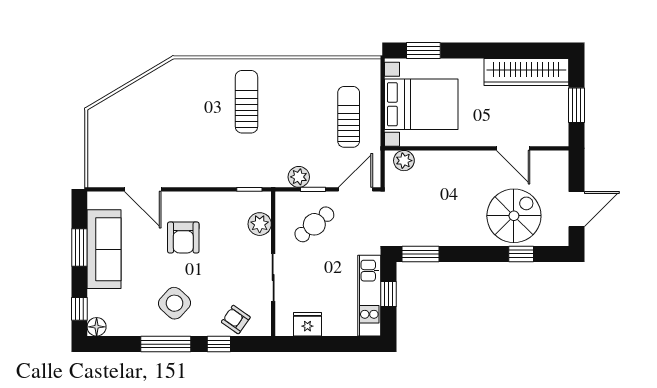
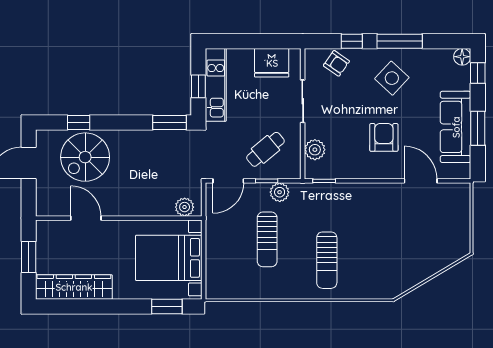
sun lounger: (349, 117) -> (267, 239), moved
fridge: (307, 324) -> (272, 63), width x1.36, depth x1.34

